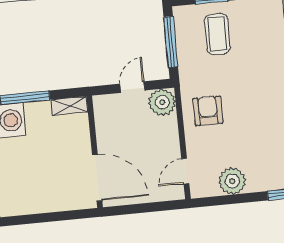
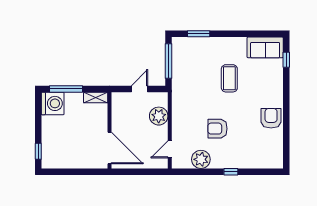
coffee table: (217, 34) -> (229, 78), moved
plant: (162, 102) -> (159, 116), moved
armchair: (208, 111) -> (217, 129), moved, turned -90

